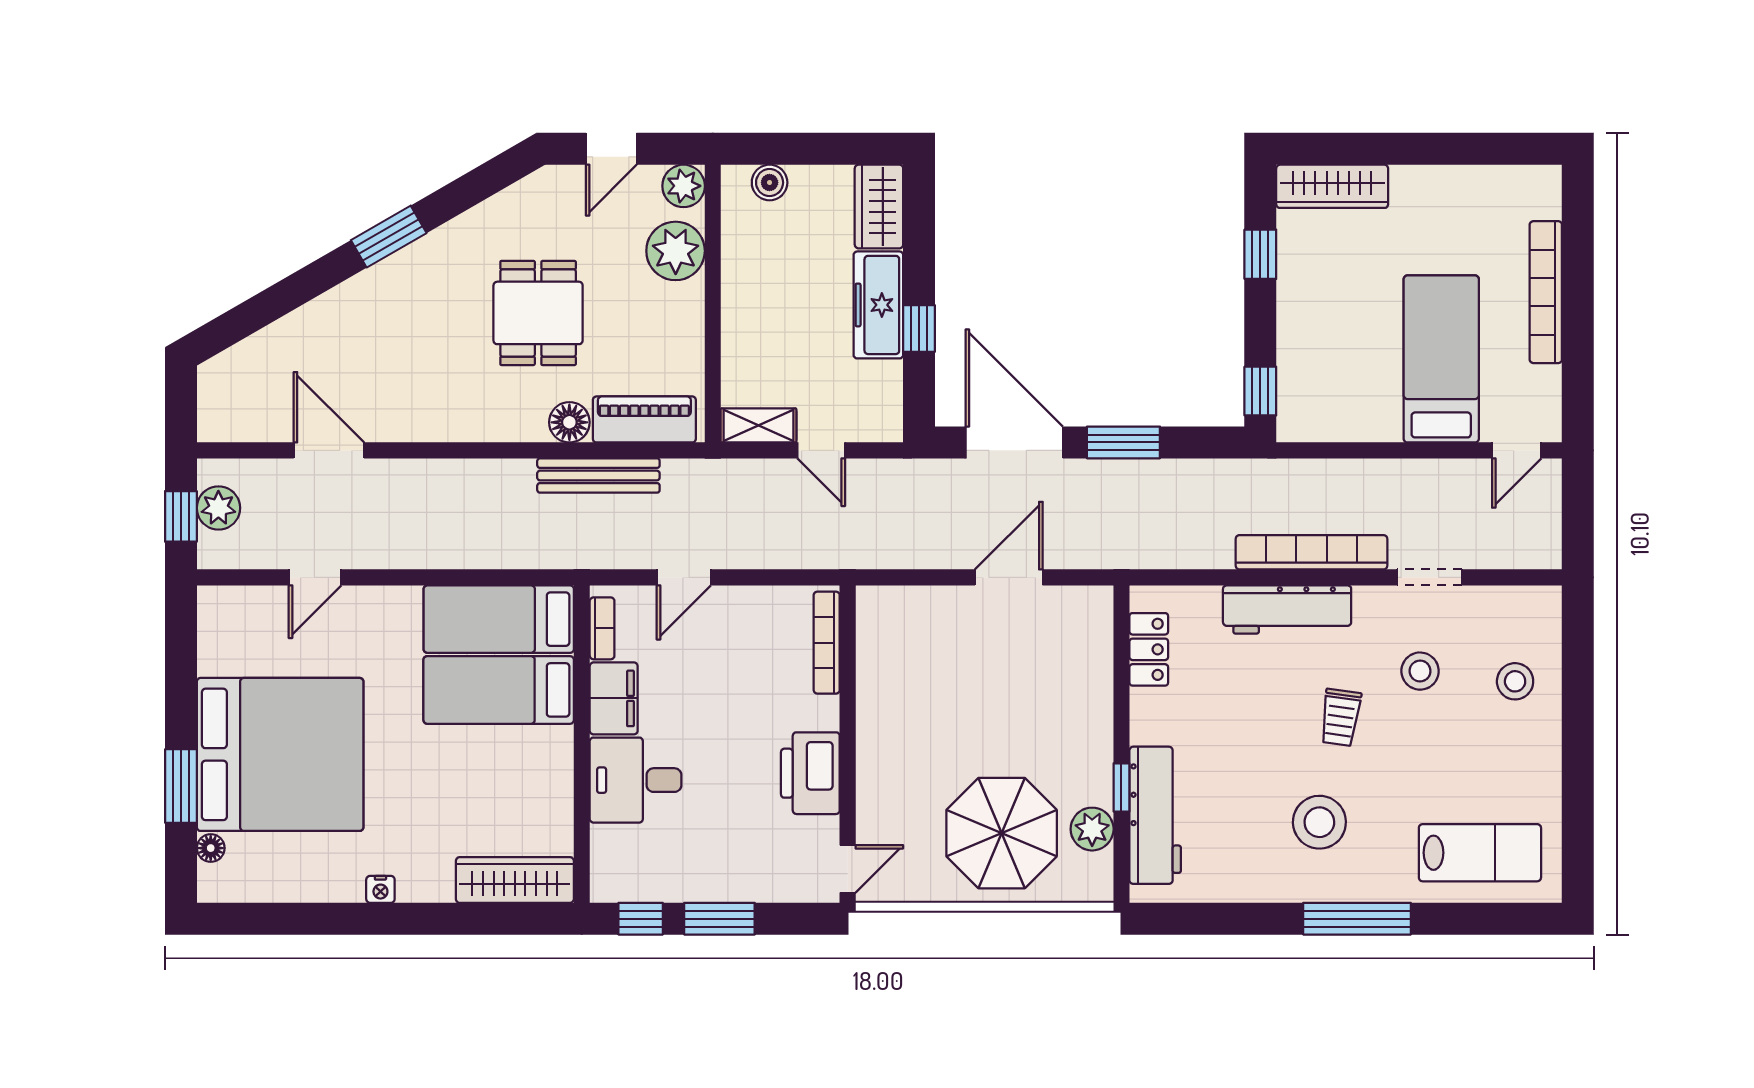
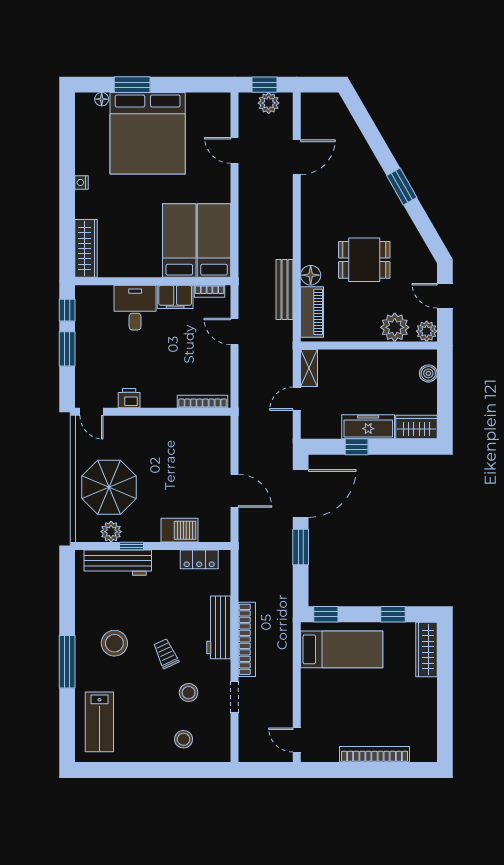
bed: (1441, 359) -> (342, 649), moved
barbecue: (1089, 690) -> (179, 530), added
trolley: (1340, 717) -> (166, 654), turned 57
printer: (810, 773) -> (129, 398), width x0.53, depth x0.68

